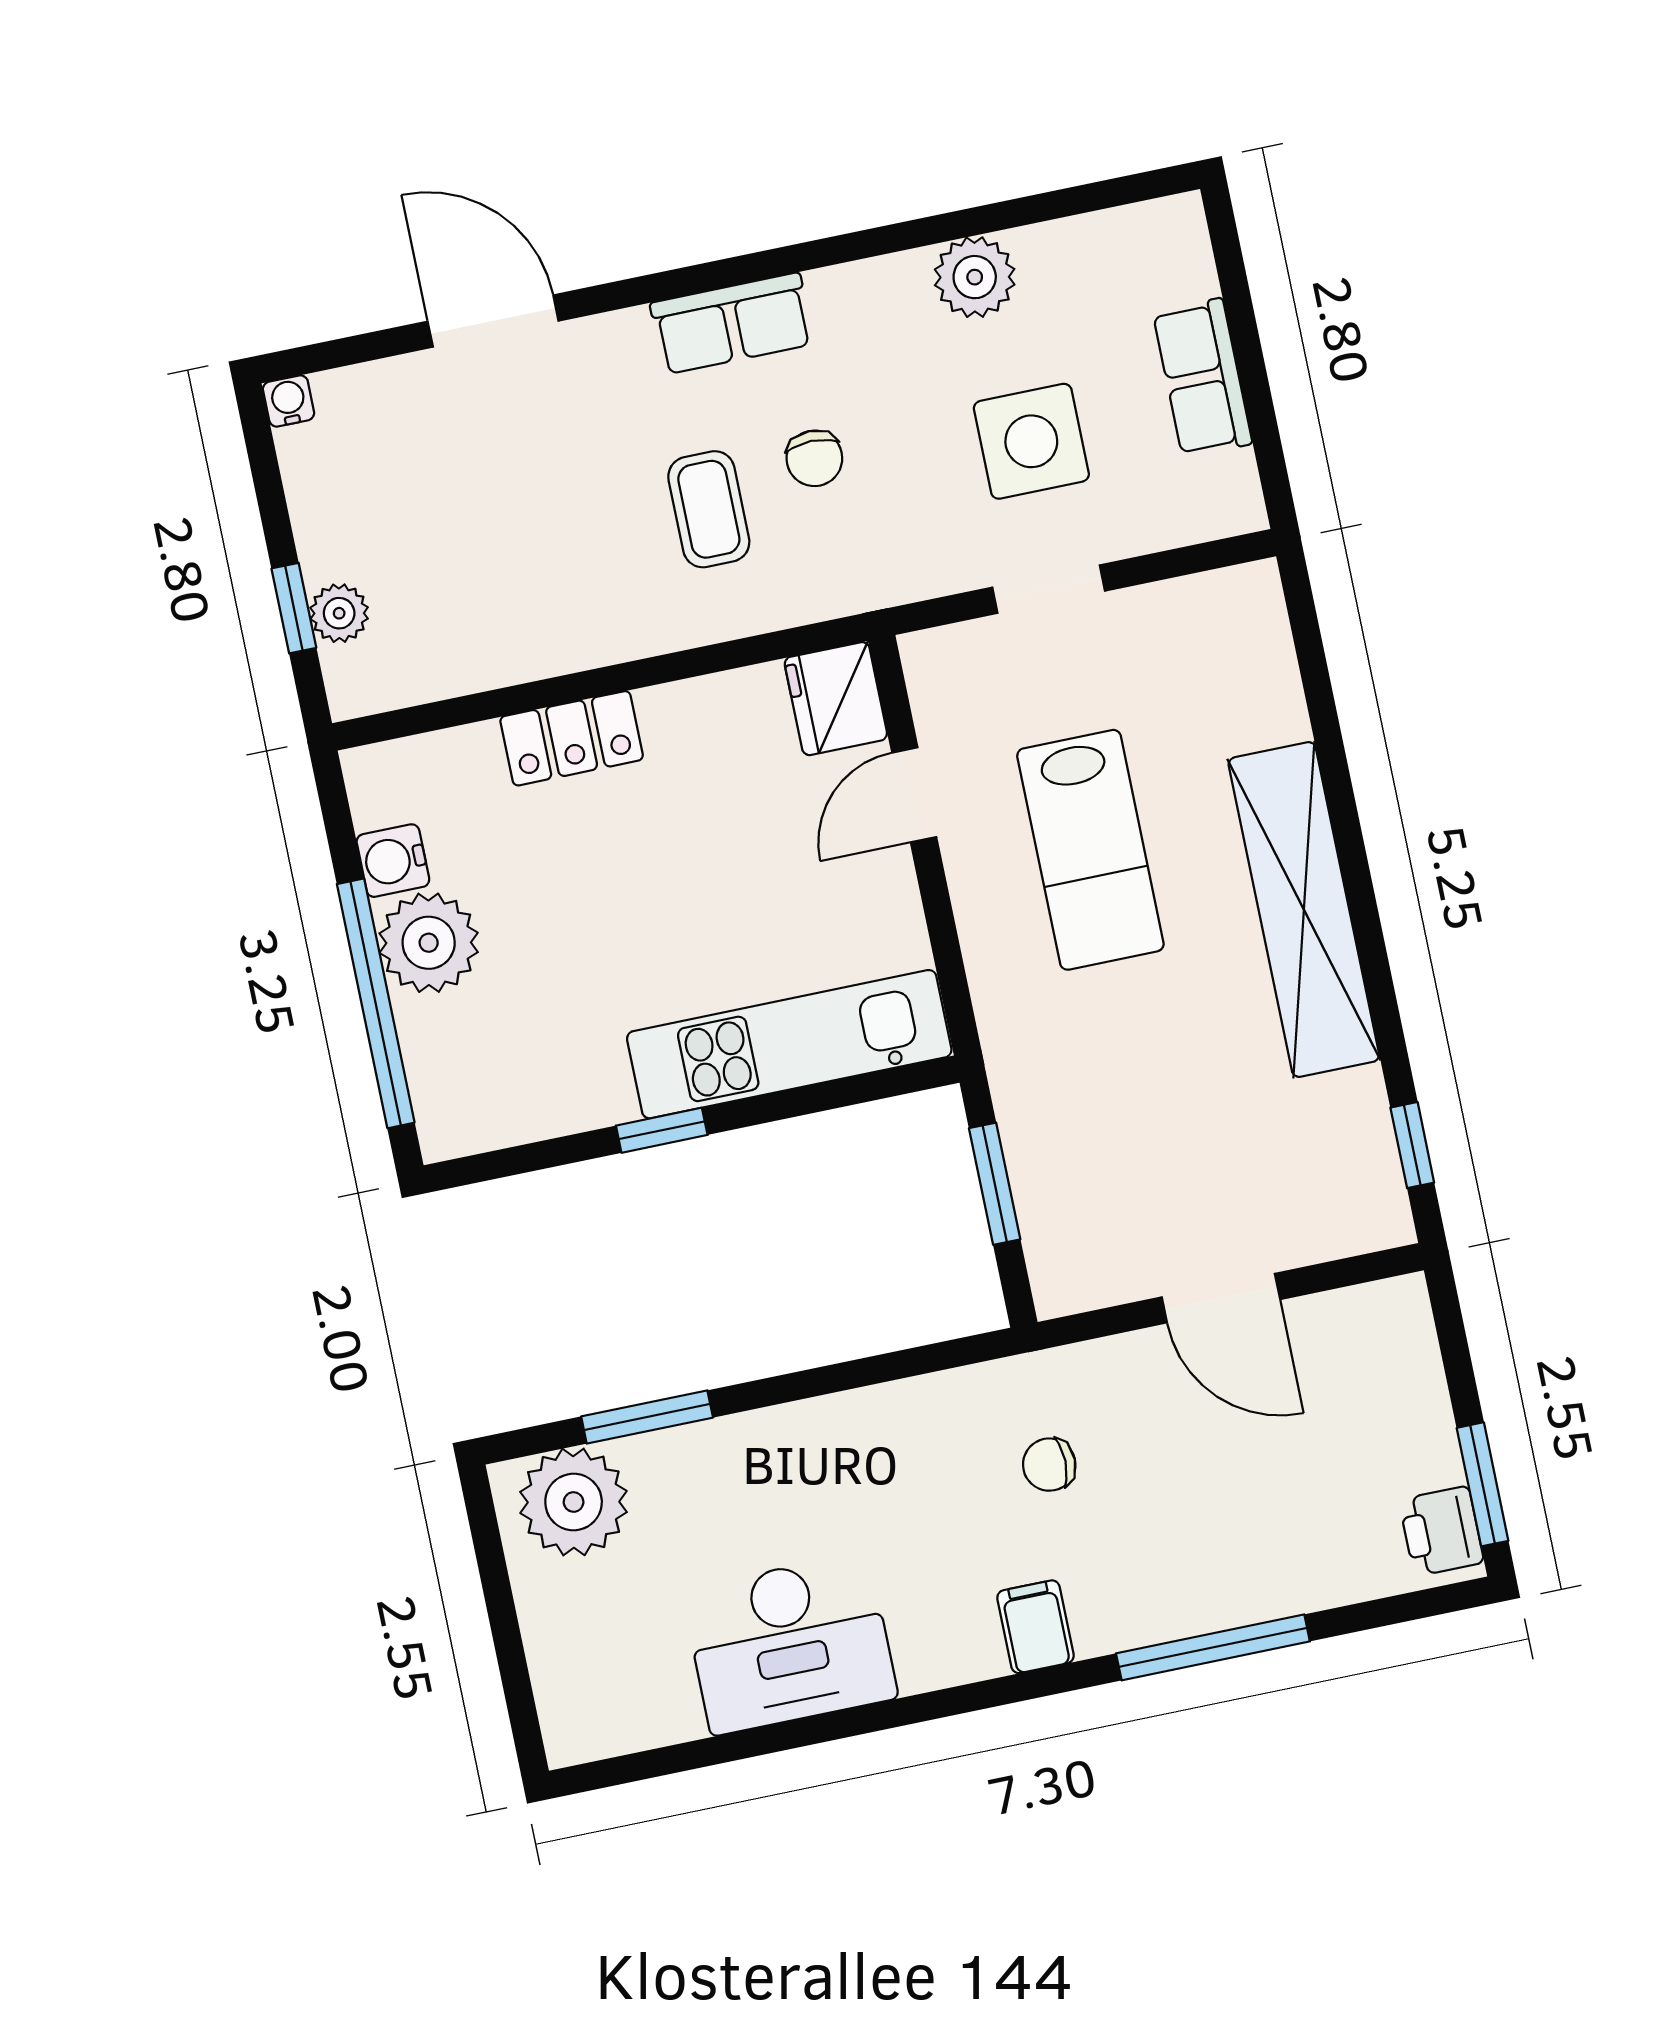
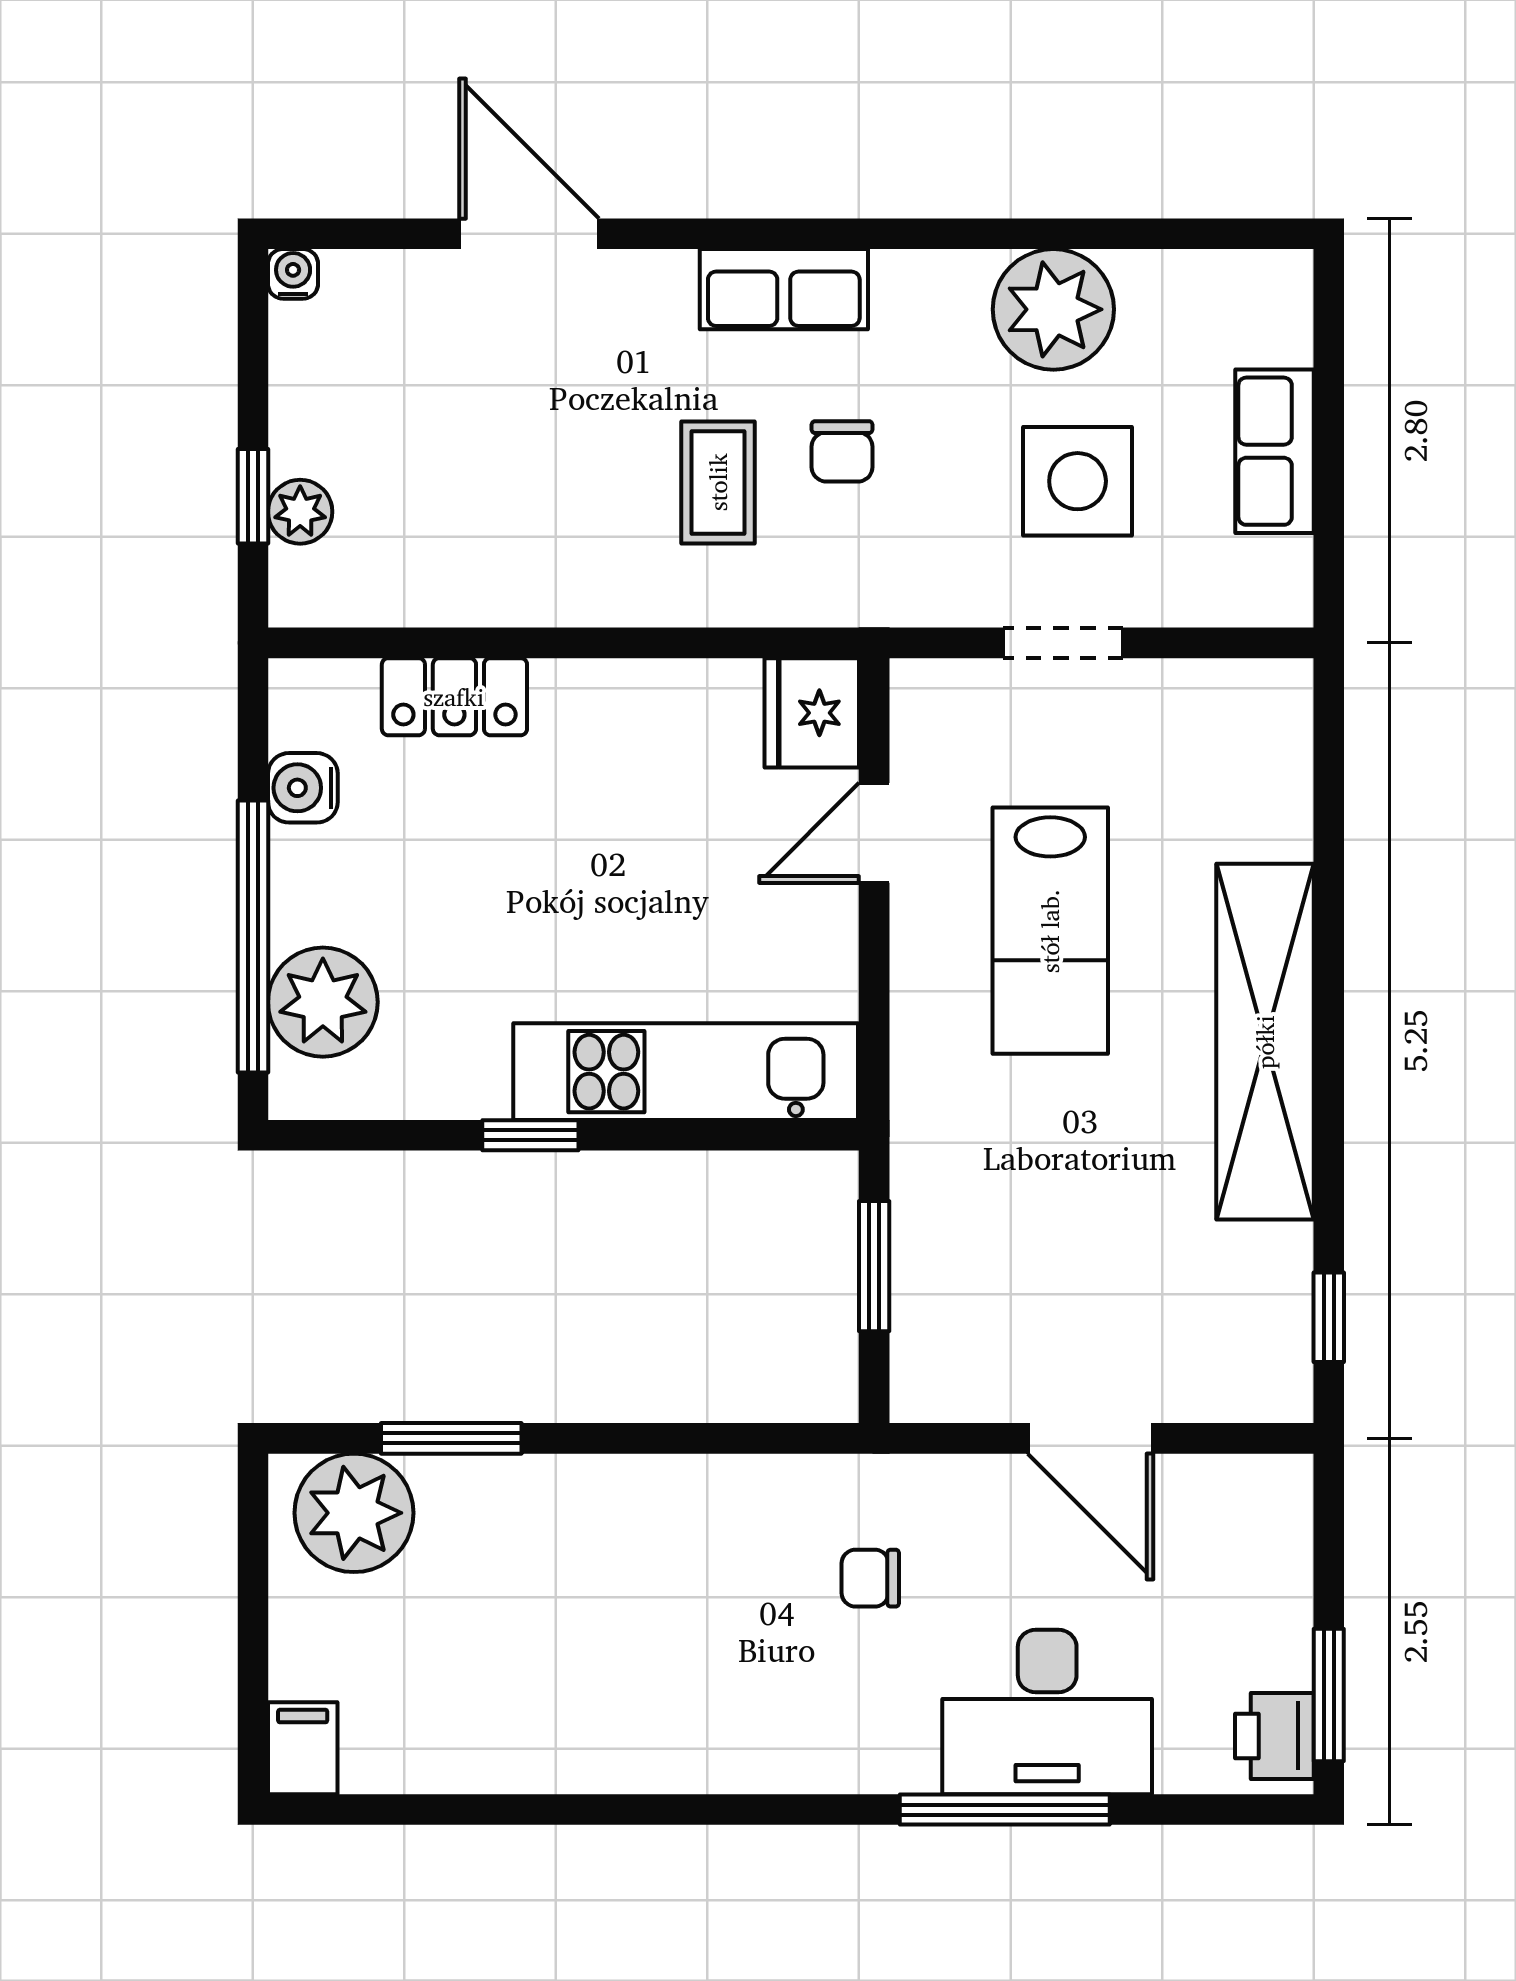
plant: (975, 277) -> (1053, 309), width x1.36, depth x1.36
locker: (572, 738) -> (454, 697), moved
plant: (429, 943) -> (323, 1002), moved
filing cabinet: (1035, 1627) -> (303, 1748), moved
desk: (790, 1644) -> (1047, 1712), moved

